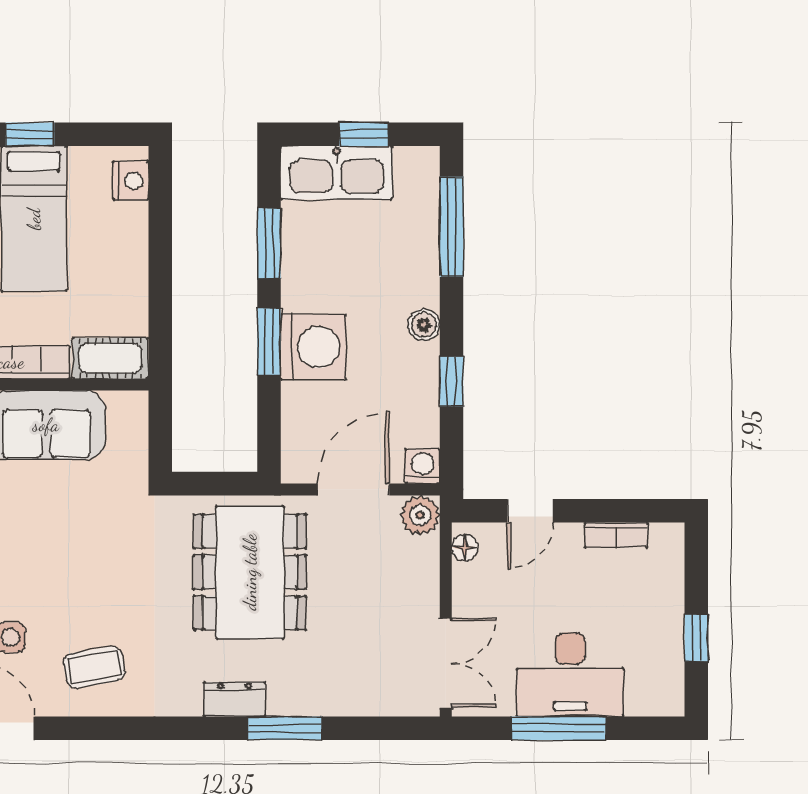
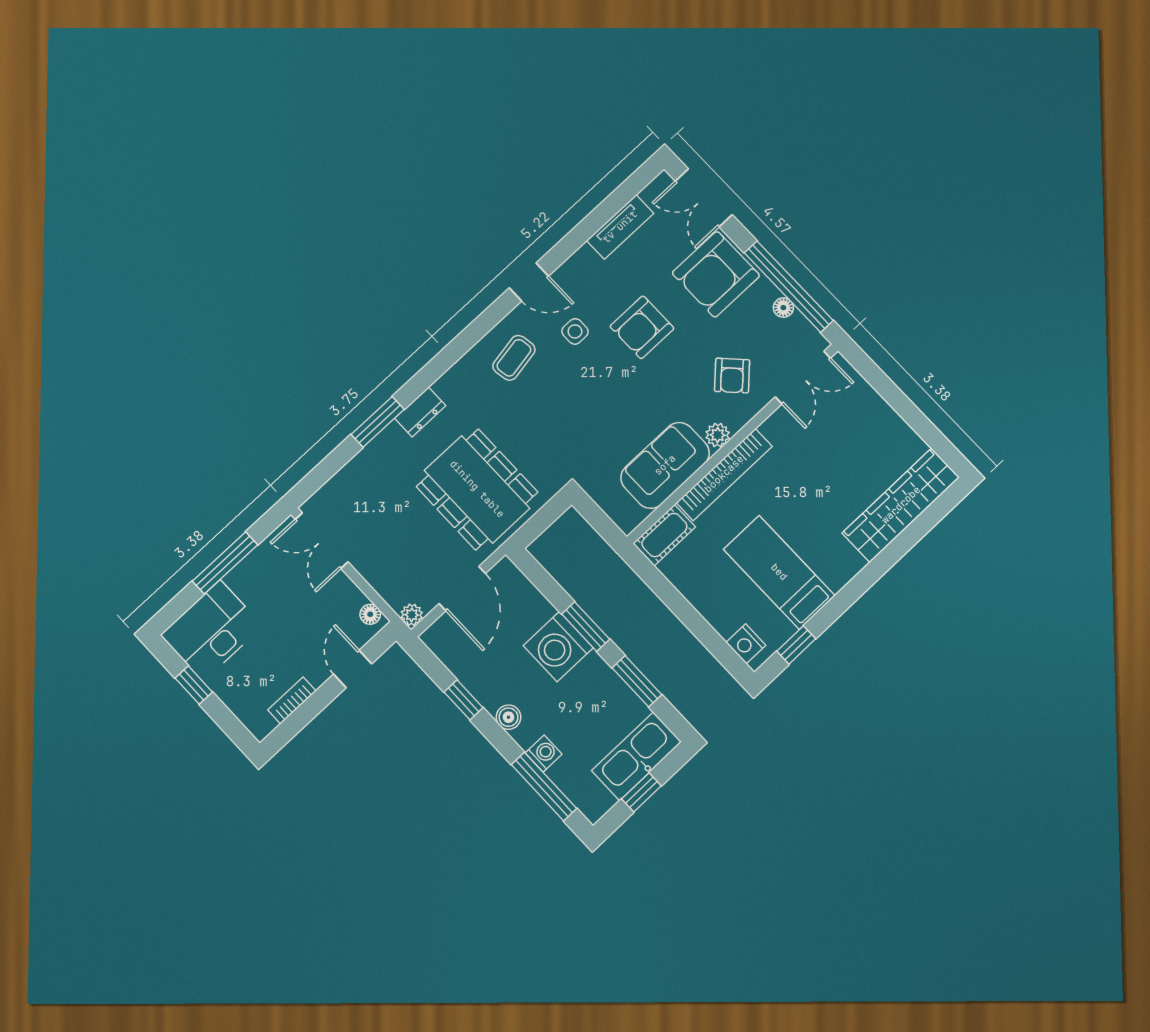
window: (30, 134) -> (796, 645), moved
washing machine: (423, 466) -> (544, 754), moved, turned -90
plant: (420, 515) -> (412, 615), width x0.73, depth x0.73
desk: (570, 675) -> (212, 630), moved

